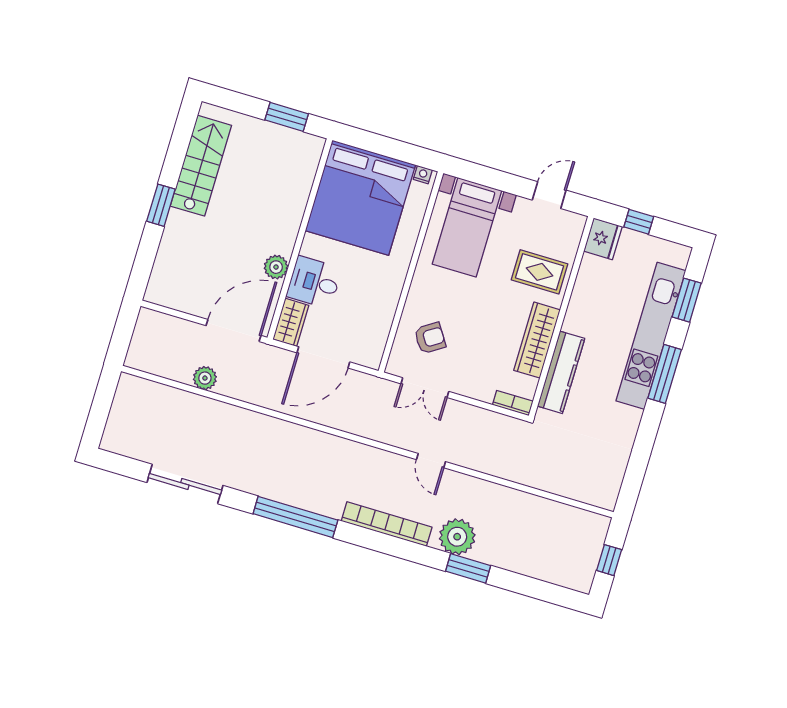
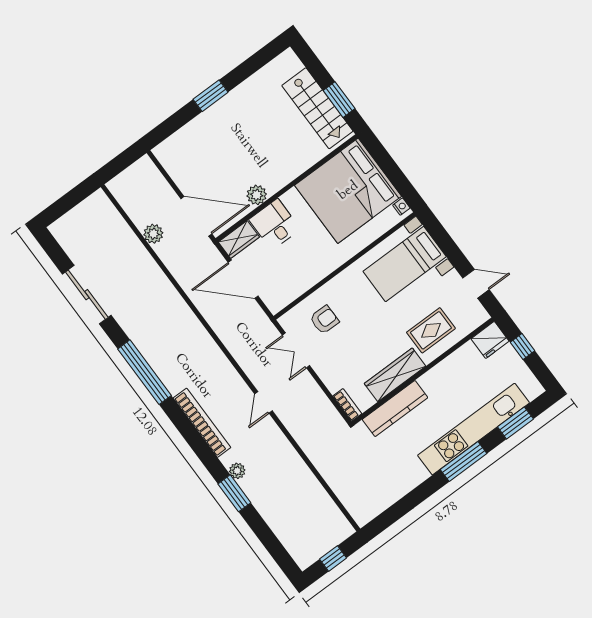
stairs: (201, 166) -> (317, 108), moved, turned 90
rug: (540, 272) -> (431, 330), turned 90
armchair: (430, 338) -> (324, 320), turned -57
plant: (457, 537) -> (237, 471), width x0.53, depth x0.53

